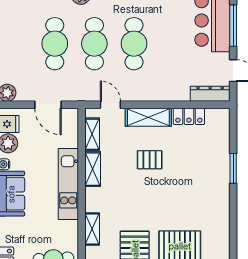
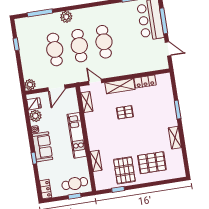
dresser: (210, 94) -> (156, 65), removed
door: (48, 105) -> (56, 88), hinge flipped
shelving: (93, 169) -> (175, 138), moved

